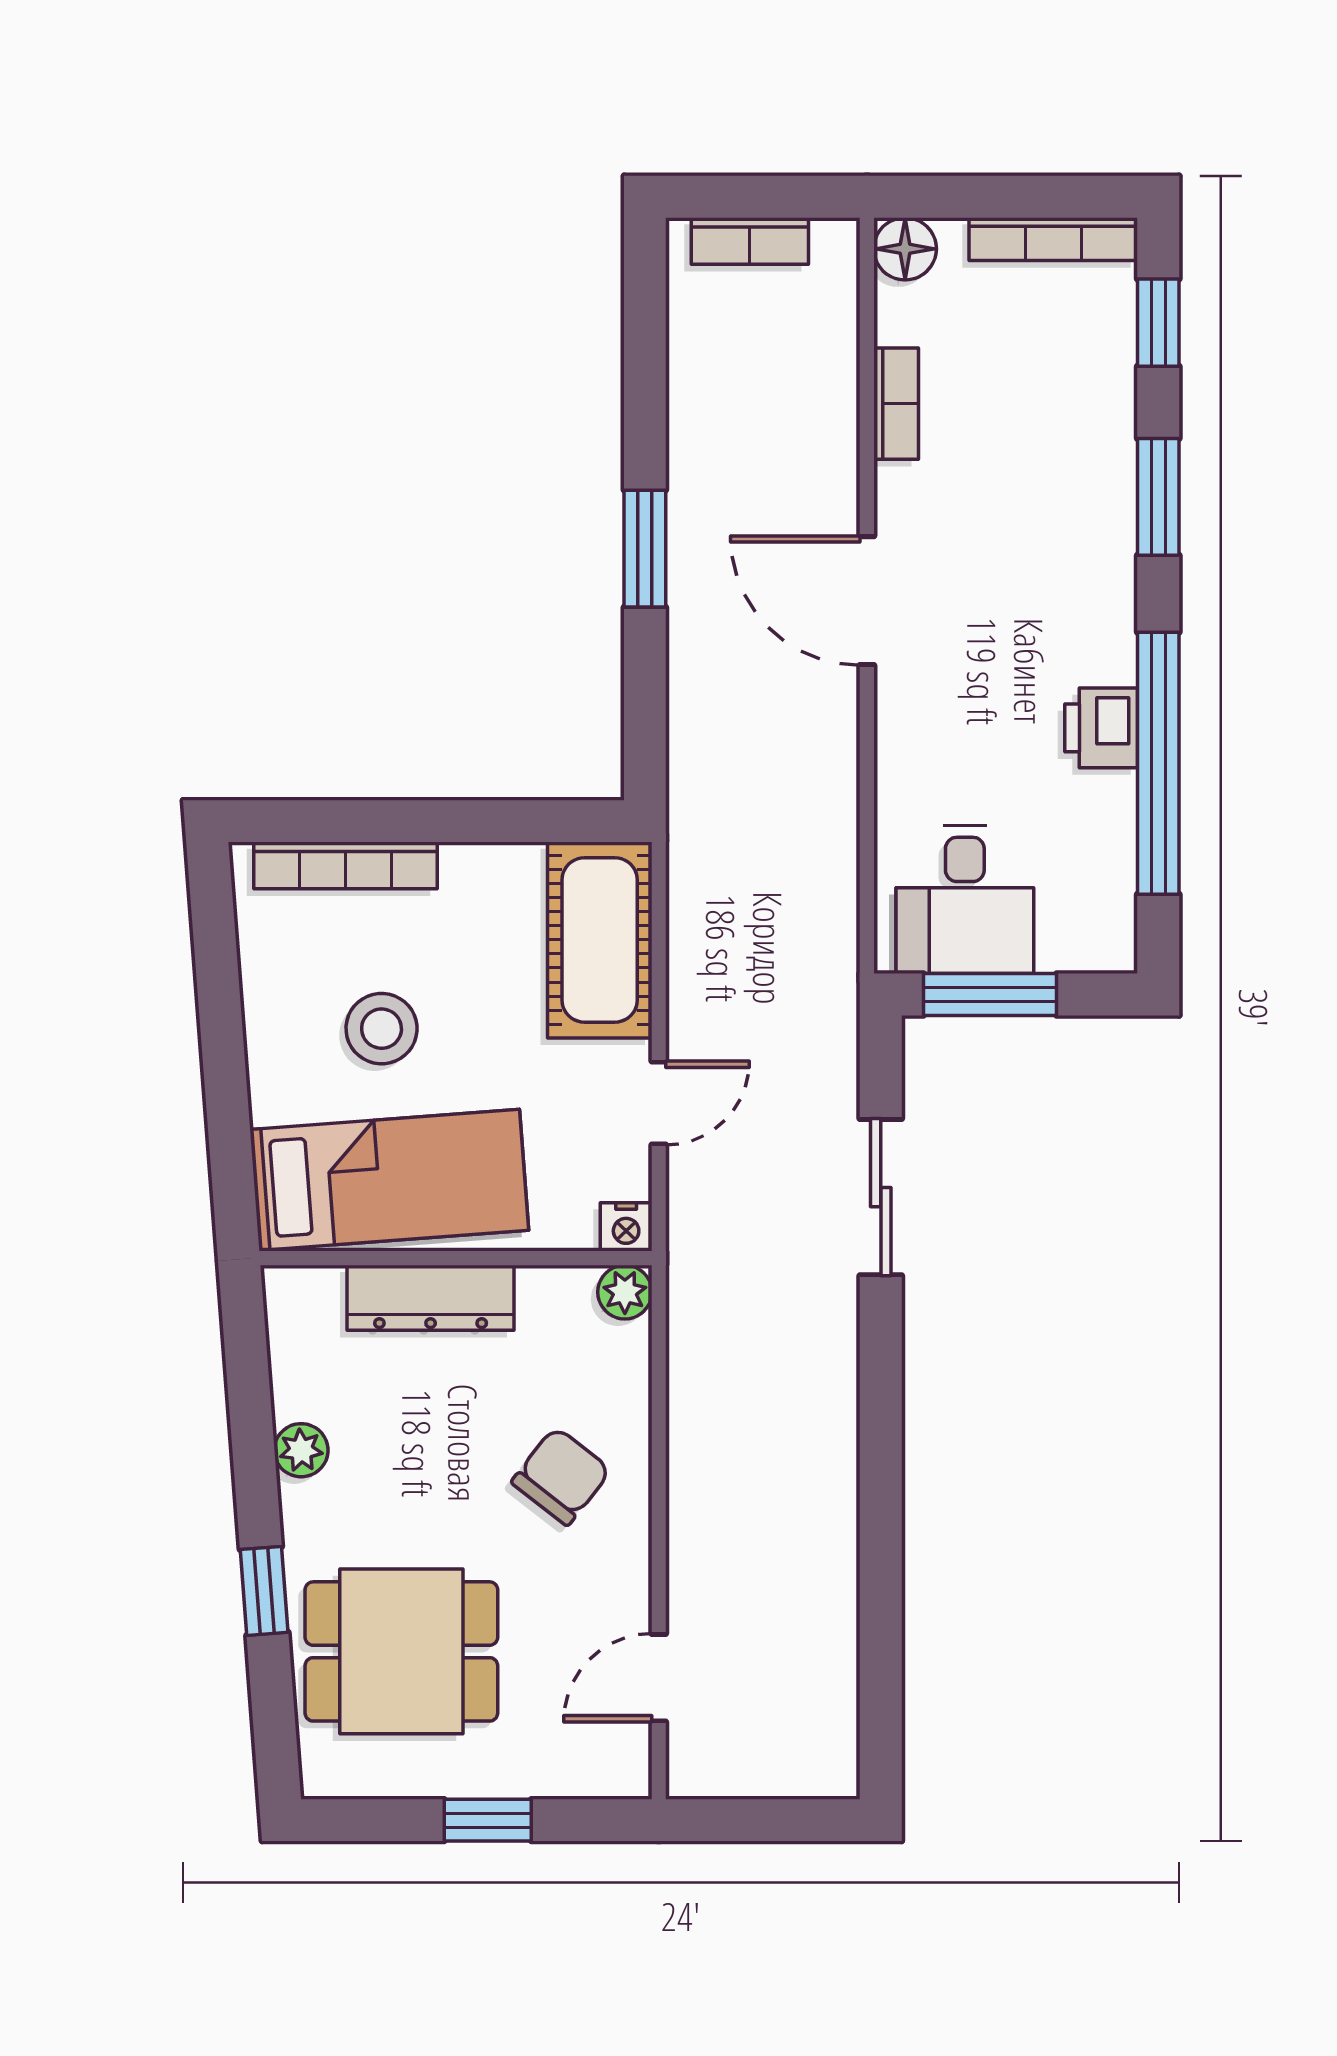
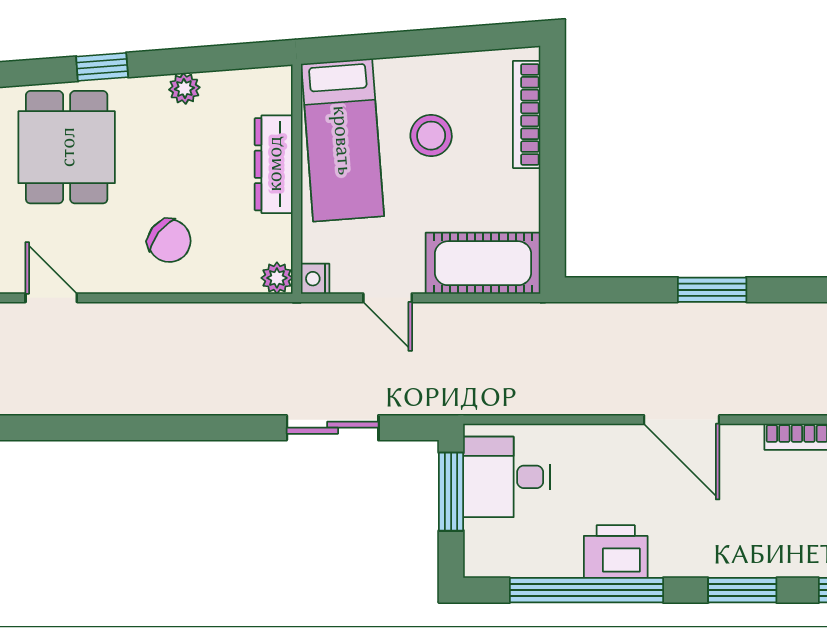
door: (867, 601) -> (682, 420), swing flipped
printer: (1101, 728) -> (616, 552), width x1.36, depth x1.24

